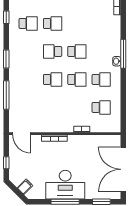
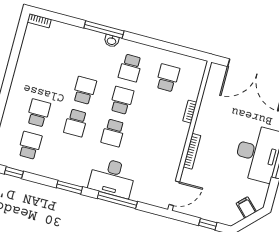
school desk: (53, 79) -> (113, 133), turned 180
school desk: (101, 79) -> (130, 68), turned 180
desk: (21, 87) -> (112, 178), added

